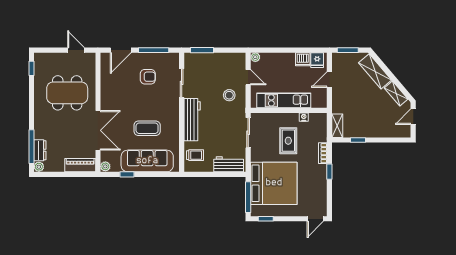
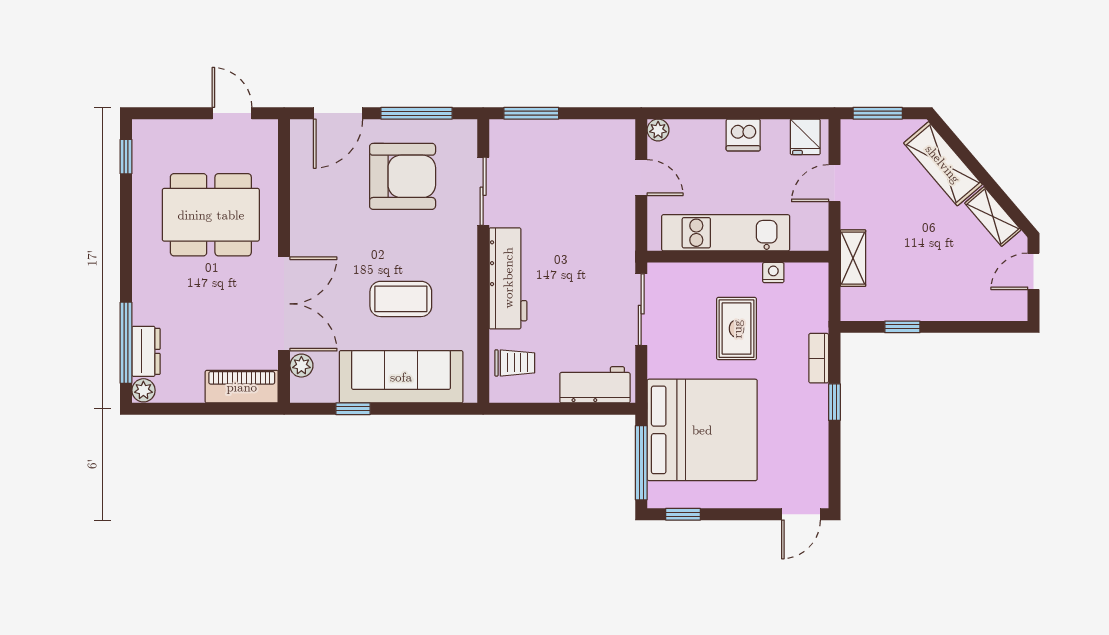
dishwasher: (303, 59) -> (743, 135), moved
armchair: (148, 77) -> (403, 176), width x1.88, depth x1.88
stool: (229, 95) -> (596, 220), removed
shelving: (337, 126) -> (853, 258), moved
plant: (105, 166) -> (301, 366), moved

